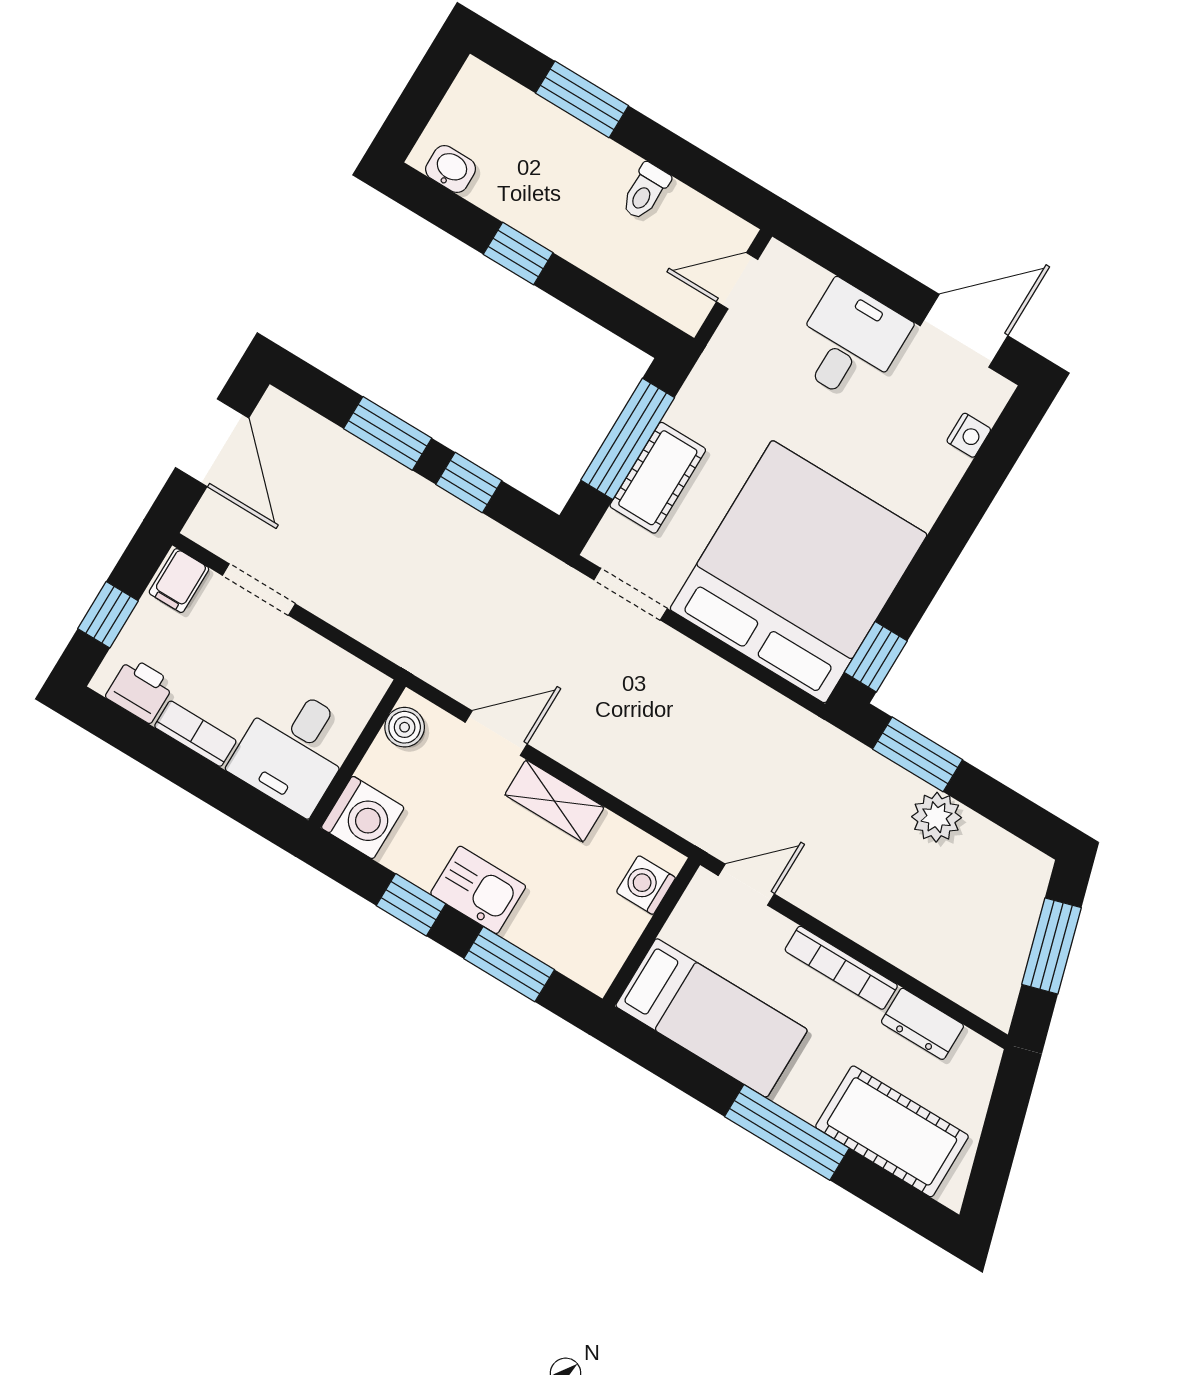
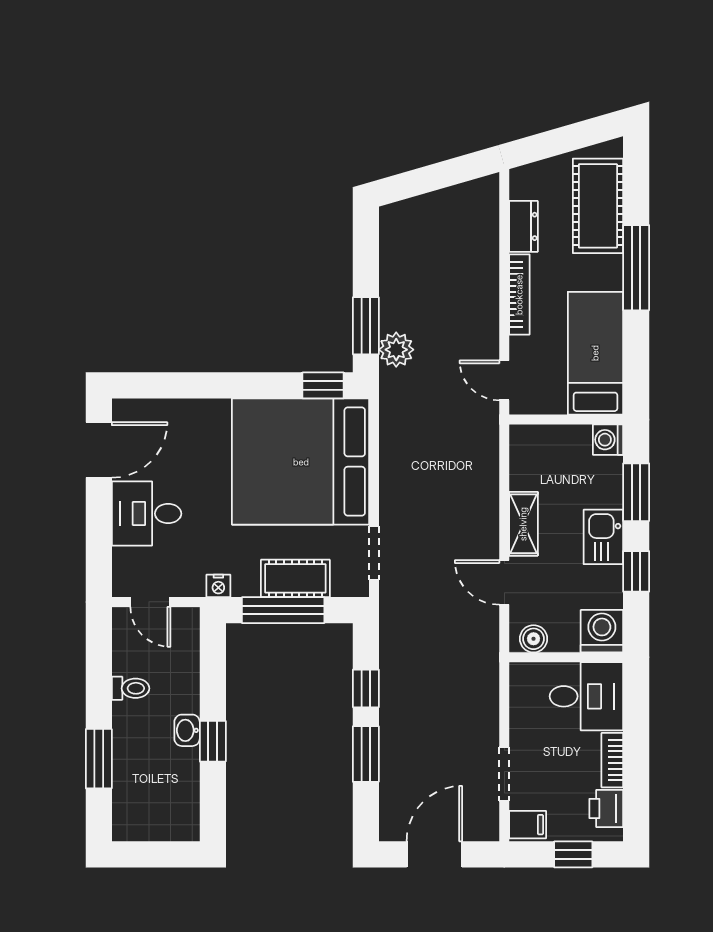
washbasin: (451, 169) -> (187, 730), moved
door: (964, 331) -> (99, 450), swing flipped
nightstand: (969, 435) -> (218, 586), moved, turned 180
plant: (937, 817) -> (396, 350), moved
washing machine: (646, 885) -> (608, 440), moved, turned 90
window: (1051, 946) -> (431, 178), removed

